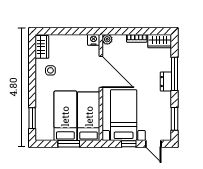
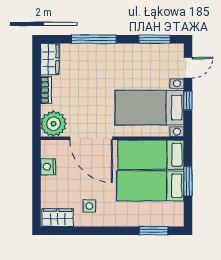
plant: (107, 39) -> (53, 124), width x1.87, depth x1.87
nightstand: (94, 40) -> (48, 167), moved
door: (101, 72) -> (91, 138), swing flipped
dresser: (166, 82) -> (104, 51), removed

